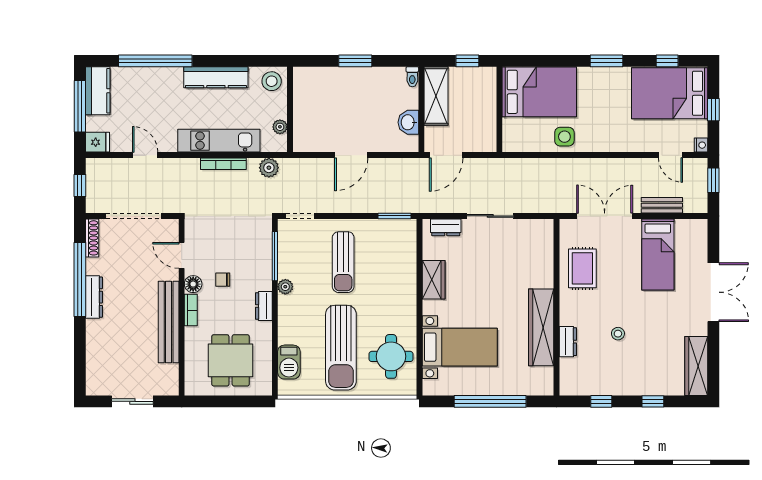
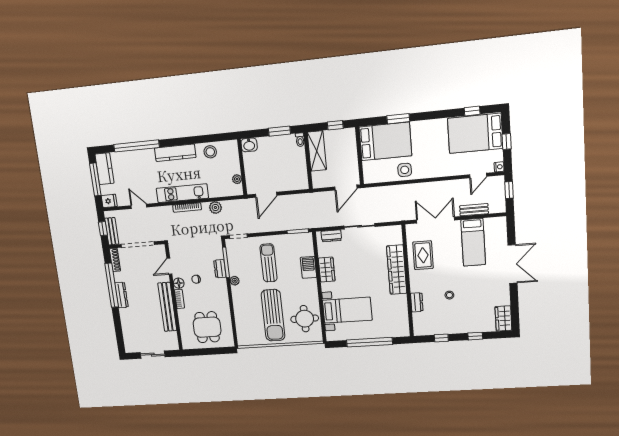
window: (355, 61) -> (279, 131), moved
window: (606, 61) -> (398, 119), moved
wall: (290, 109) -> (242, 167), moved
washbasin: (408, 122) -> (249, 145), moved, turned -90
plant: (280, 127) -> (237, 179), moved
door: (446, 155) -> (346, 188), moved
door: (671, 155) -> (478, 176), hinge flipped
bench: (94, 191) -> (112, 231), added
door: (182, 255) -> (169, 266), hinge flipped
sun lounger: (343, 262) -> (269, 263), turned 180
dresser: (264, 306) -> (220, 269), moved
wardrobe: (541, 327) -> (397, 270), moved
barbecue: (289, 362) -> (309, 267), moved, turned 180
wardrobe: (696, 366) -> (503, 318), width x0.67

